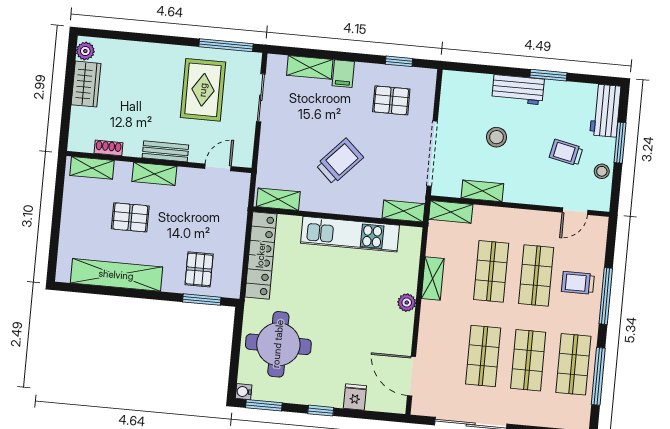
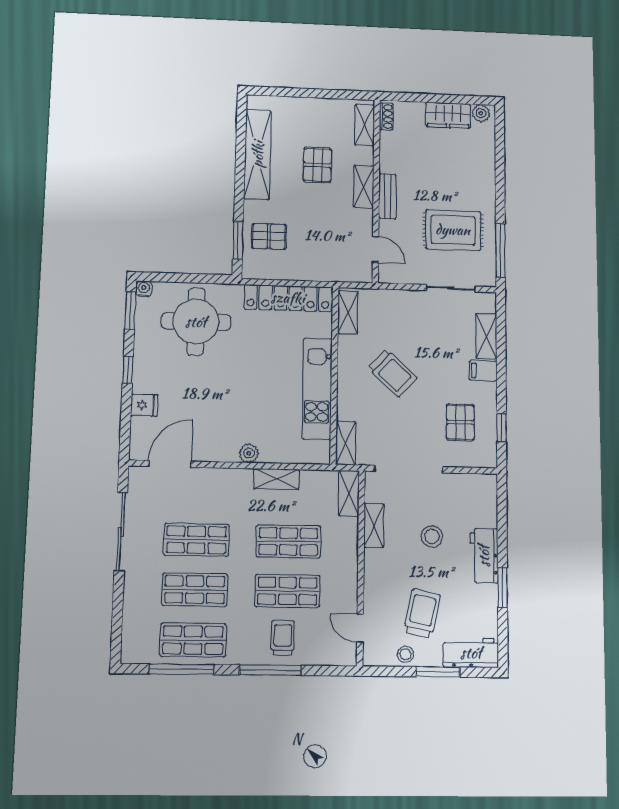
shoe rack: (108, 148) -> (386, 116), moved
trolley: (566, 153) -> (422, 613), width x1.36, depth x1.39

